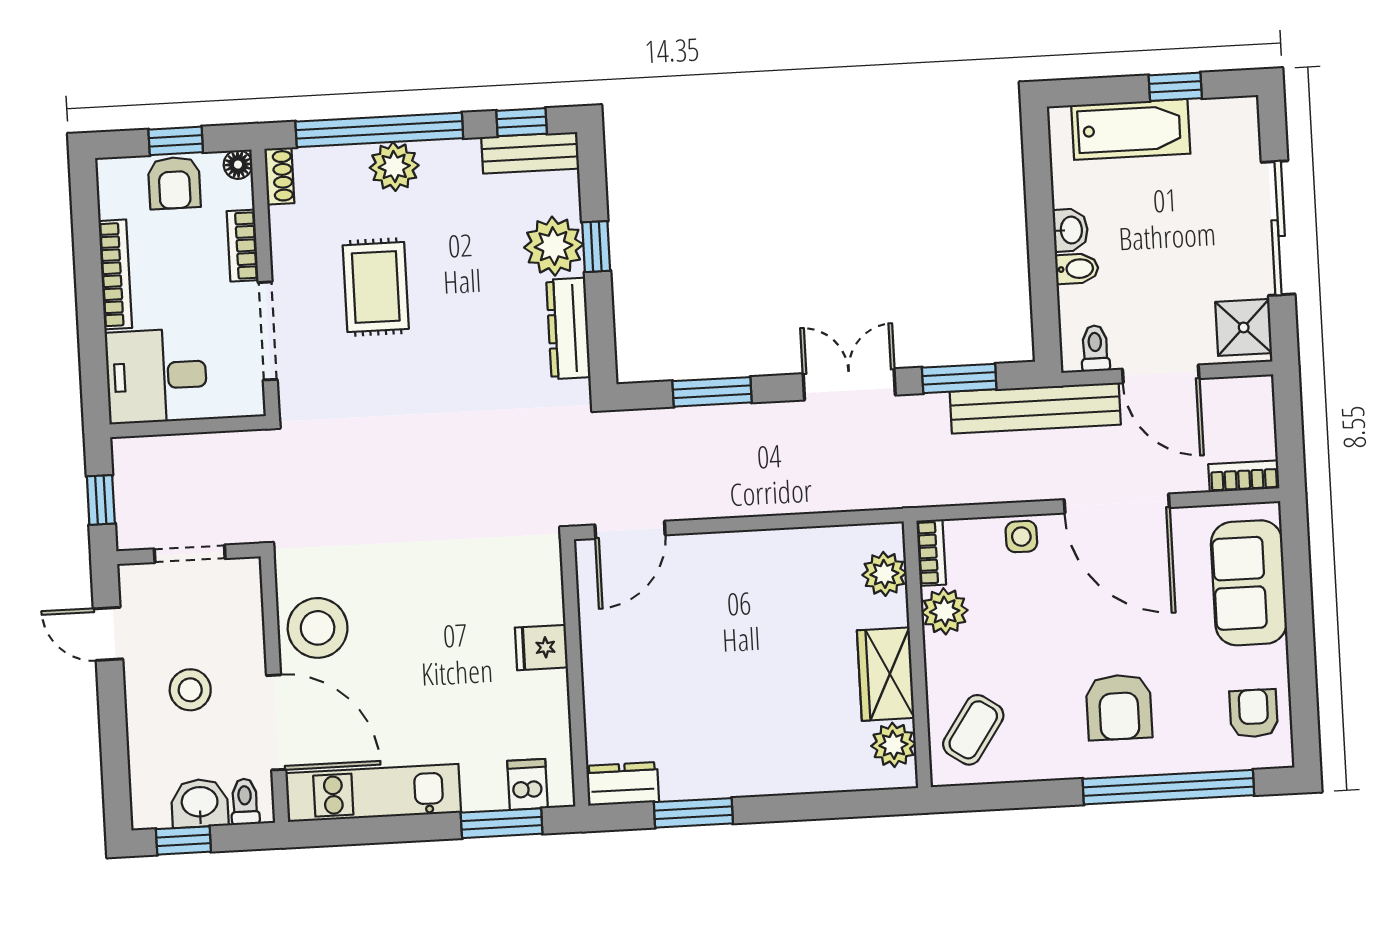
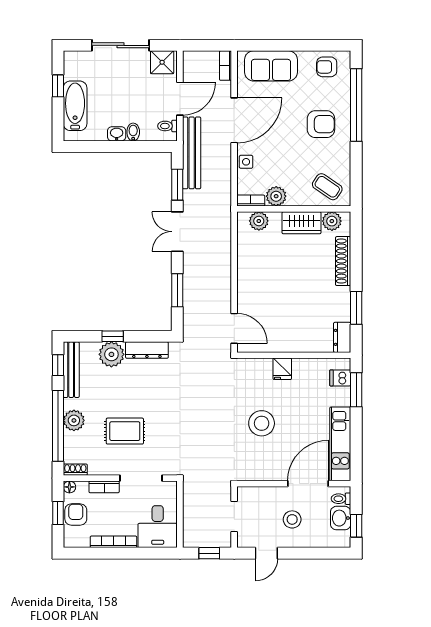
bench: (530, 153) -> (71, 370), width x1.36
armchair: (174, 183) -> (76, 515), turned -90
stool: (318, 628) -> (262, 423), moved
shoe rack: (801, 776) -> (343, 261), added

